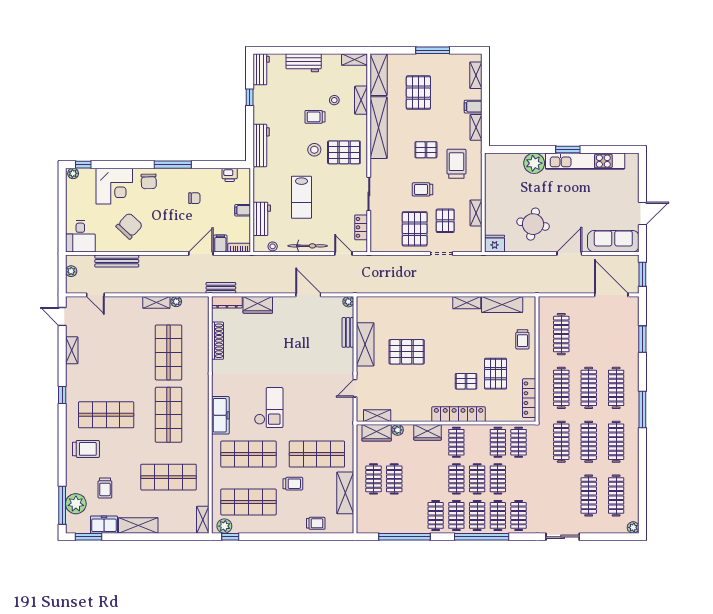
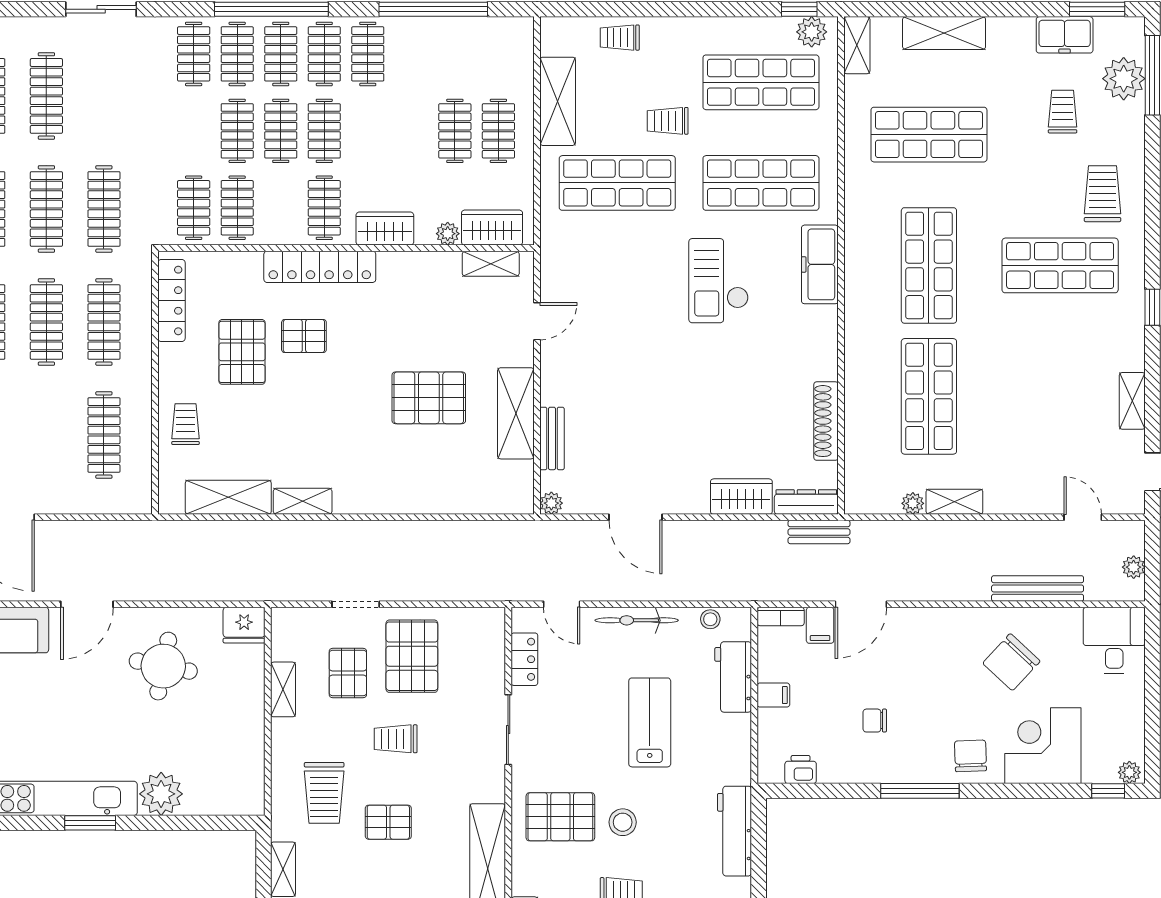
trolley: (422, 189) -> (396, 739), turned 180
trolley: (86, 449) -> (1102, 194), turned 90
shelving: (138, 525) -> (944, 33), moved

